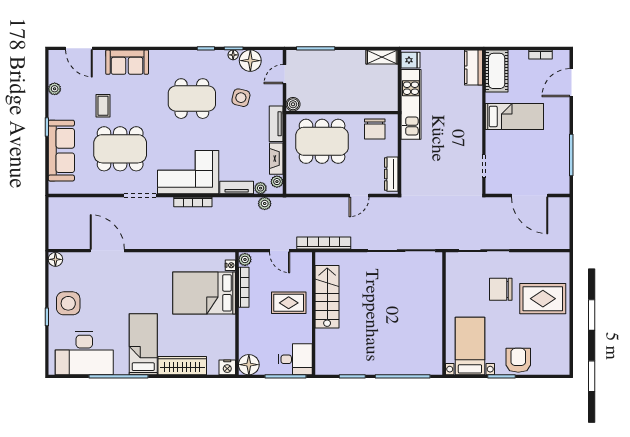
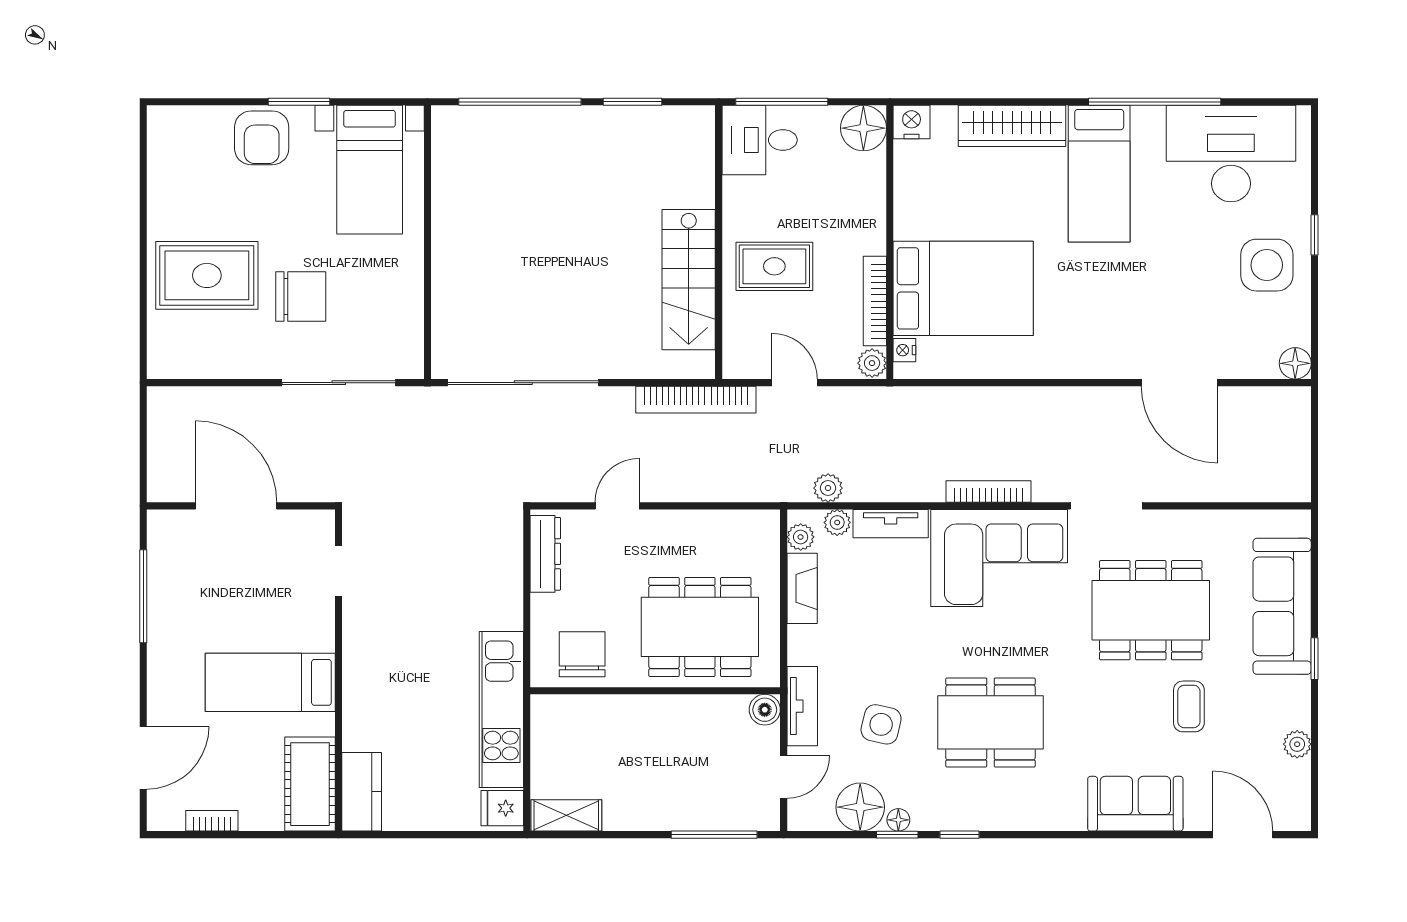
tv unit: (276, 124) -> (802, 706), moved

